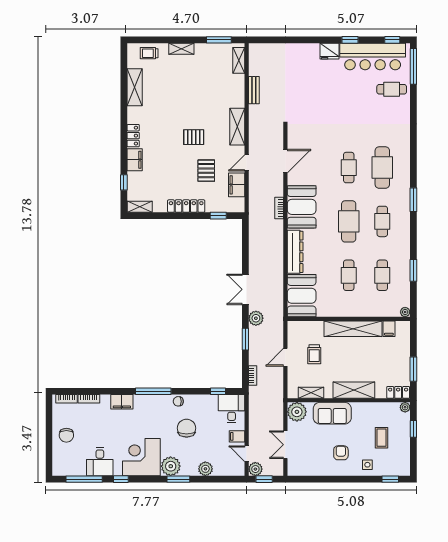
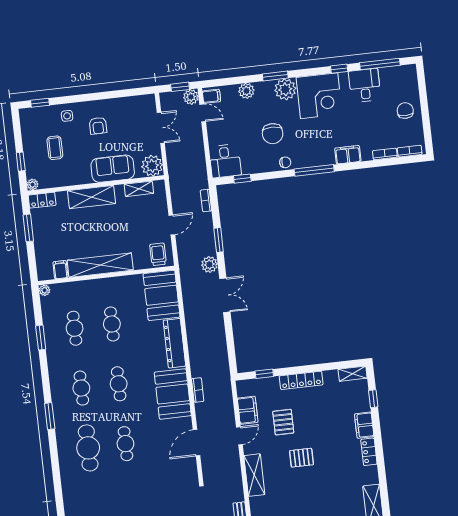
cafe table: (349, 221) -> (119, 384), width x0.73, depth x0.74
trolley: (314, 354) -> (158, 254), moved
filing cabinet: (237, 436) -> (211, 96), moved

